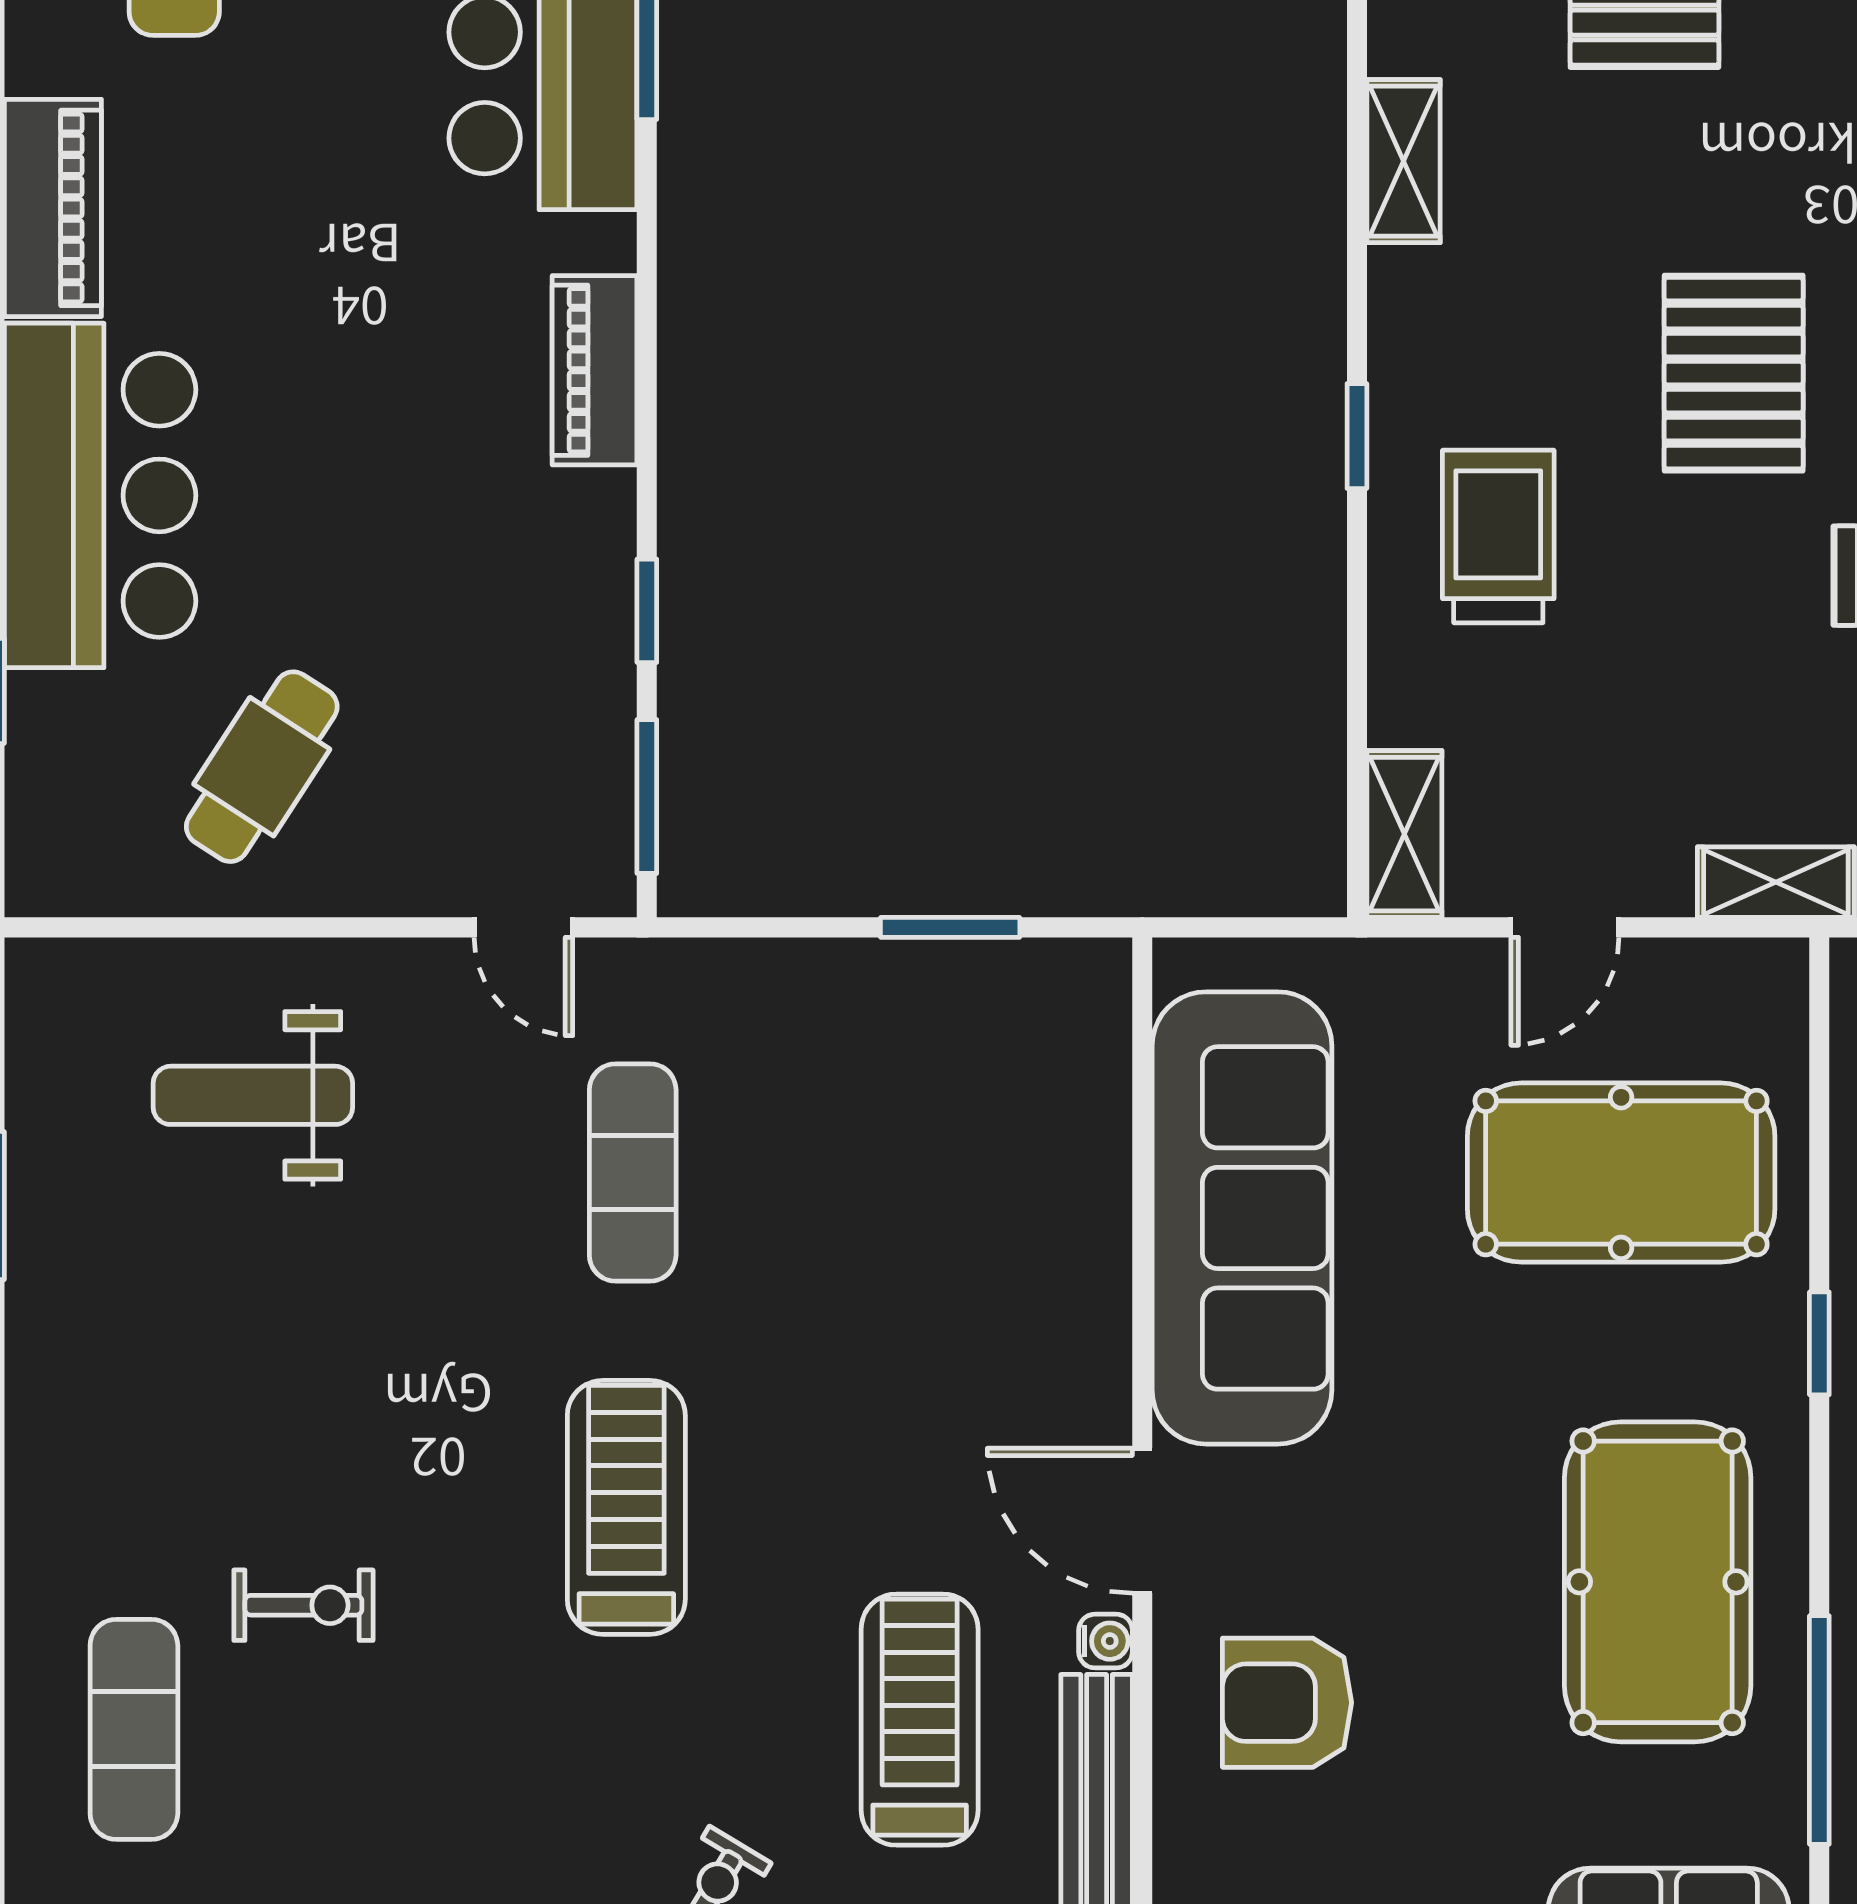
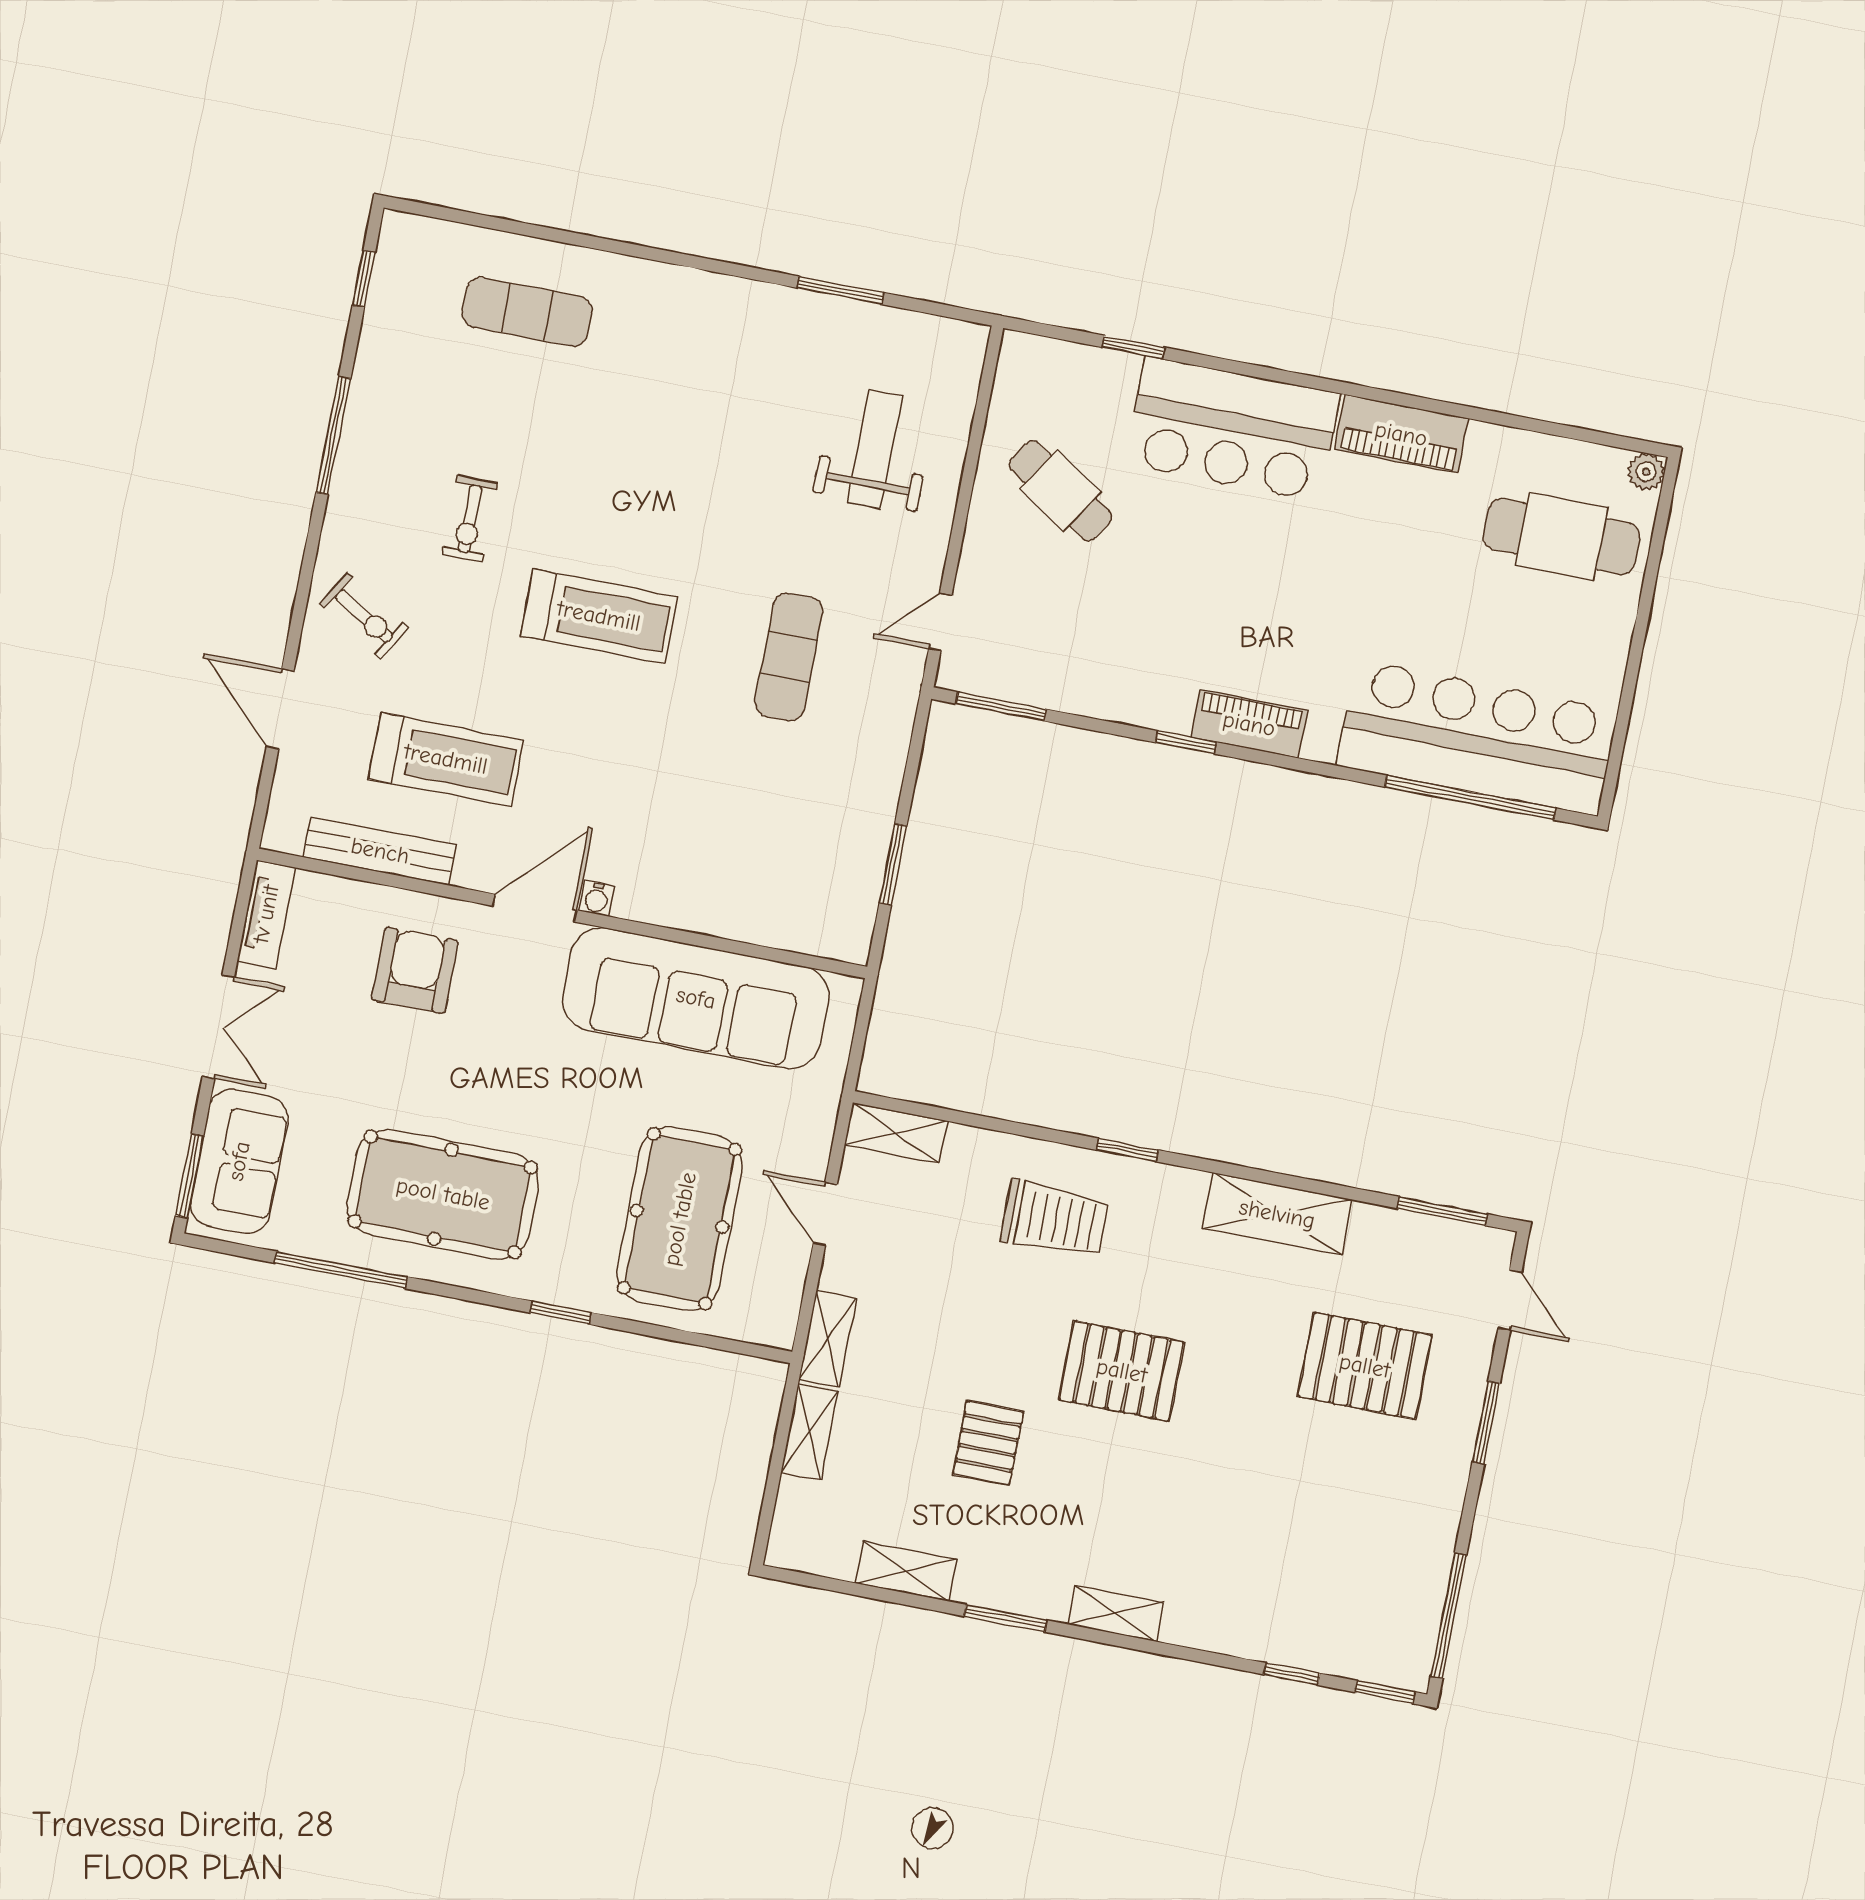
shelving: (1404, 161) -> (1277, 1214), width x1.50, depth x1.33
window: (647, 611) -> (1186, 742), moved
exercise mat: (633, 1173) -> (789, 657), turned 90
exercise bike: (303, 1605) -> (470, 519), moved
water cooler: (1106, 1641) -> (597, 898), moved

